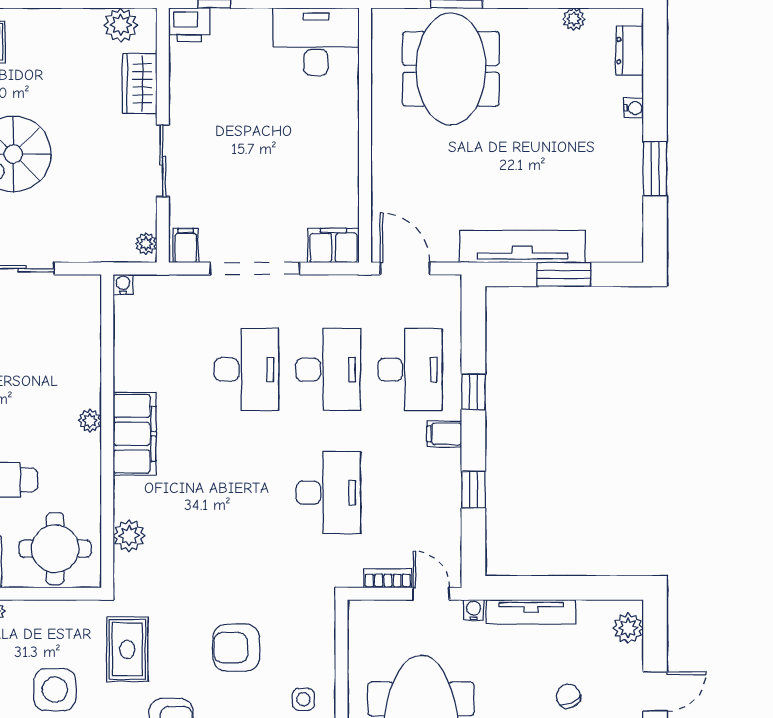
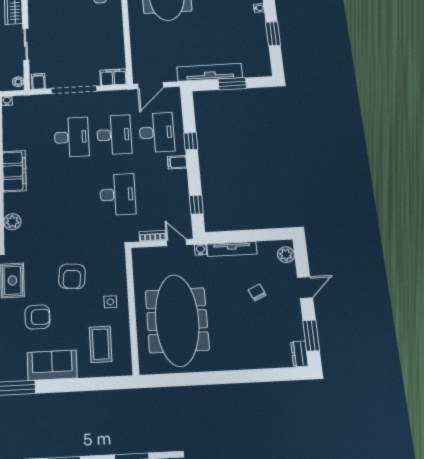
door: (405, 269) -> (151, 86), swing flipped
window: (473, 489) -> (196, 205), moved
armchair: (236, 648) -> (72, 276), turned -85

